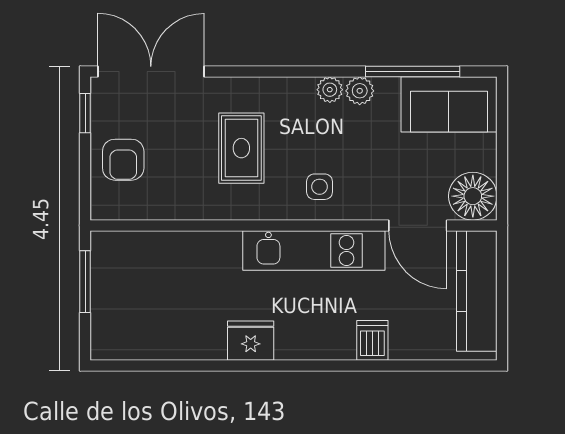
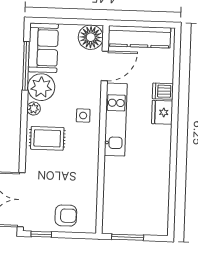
plant: (360, 91) -> (41, 87), width x1.88, depth x1.88
rug: (241, 148) -> (47, 138), moved
fridge: (251, 341) -> (162, 112), moved

